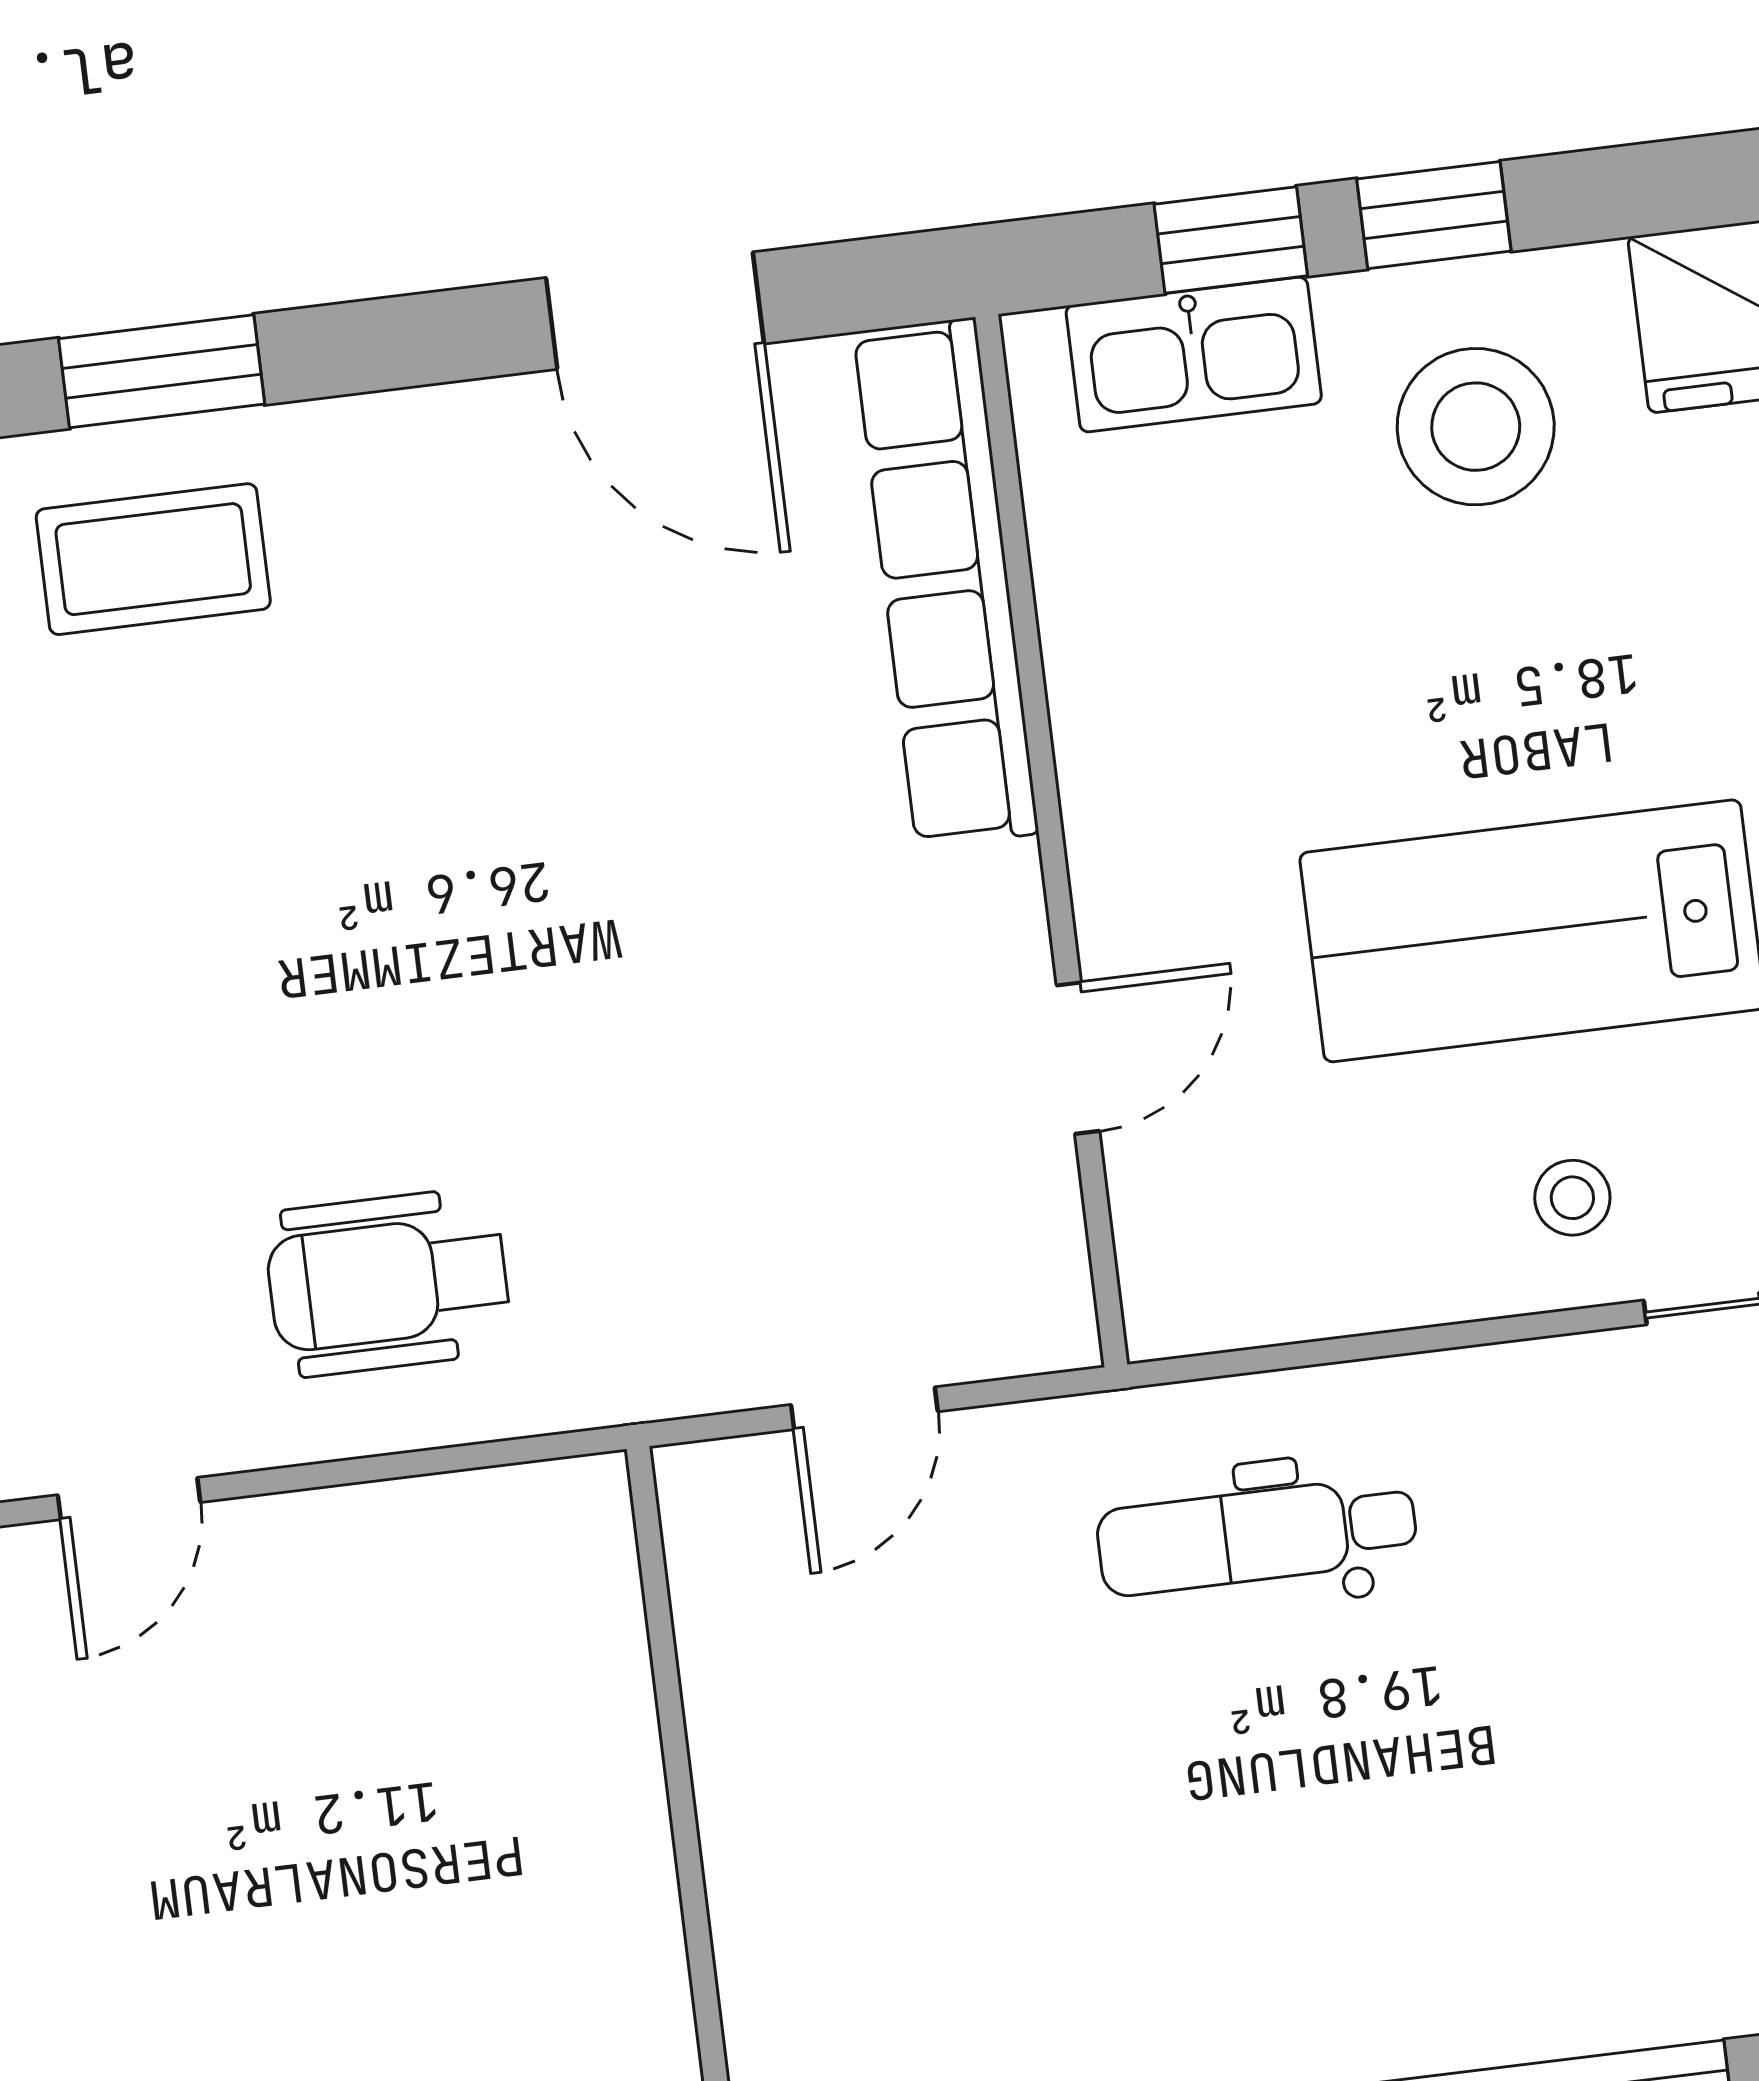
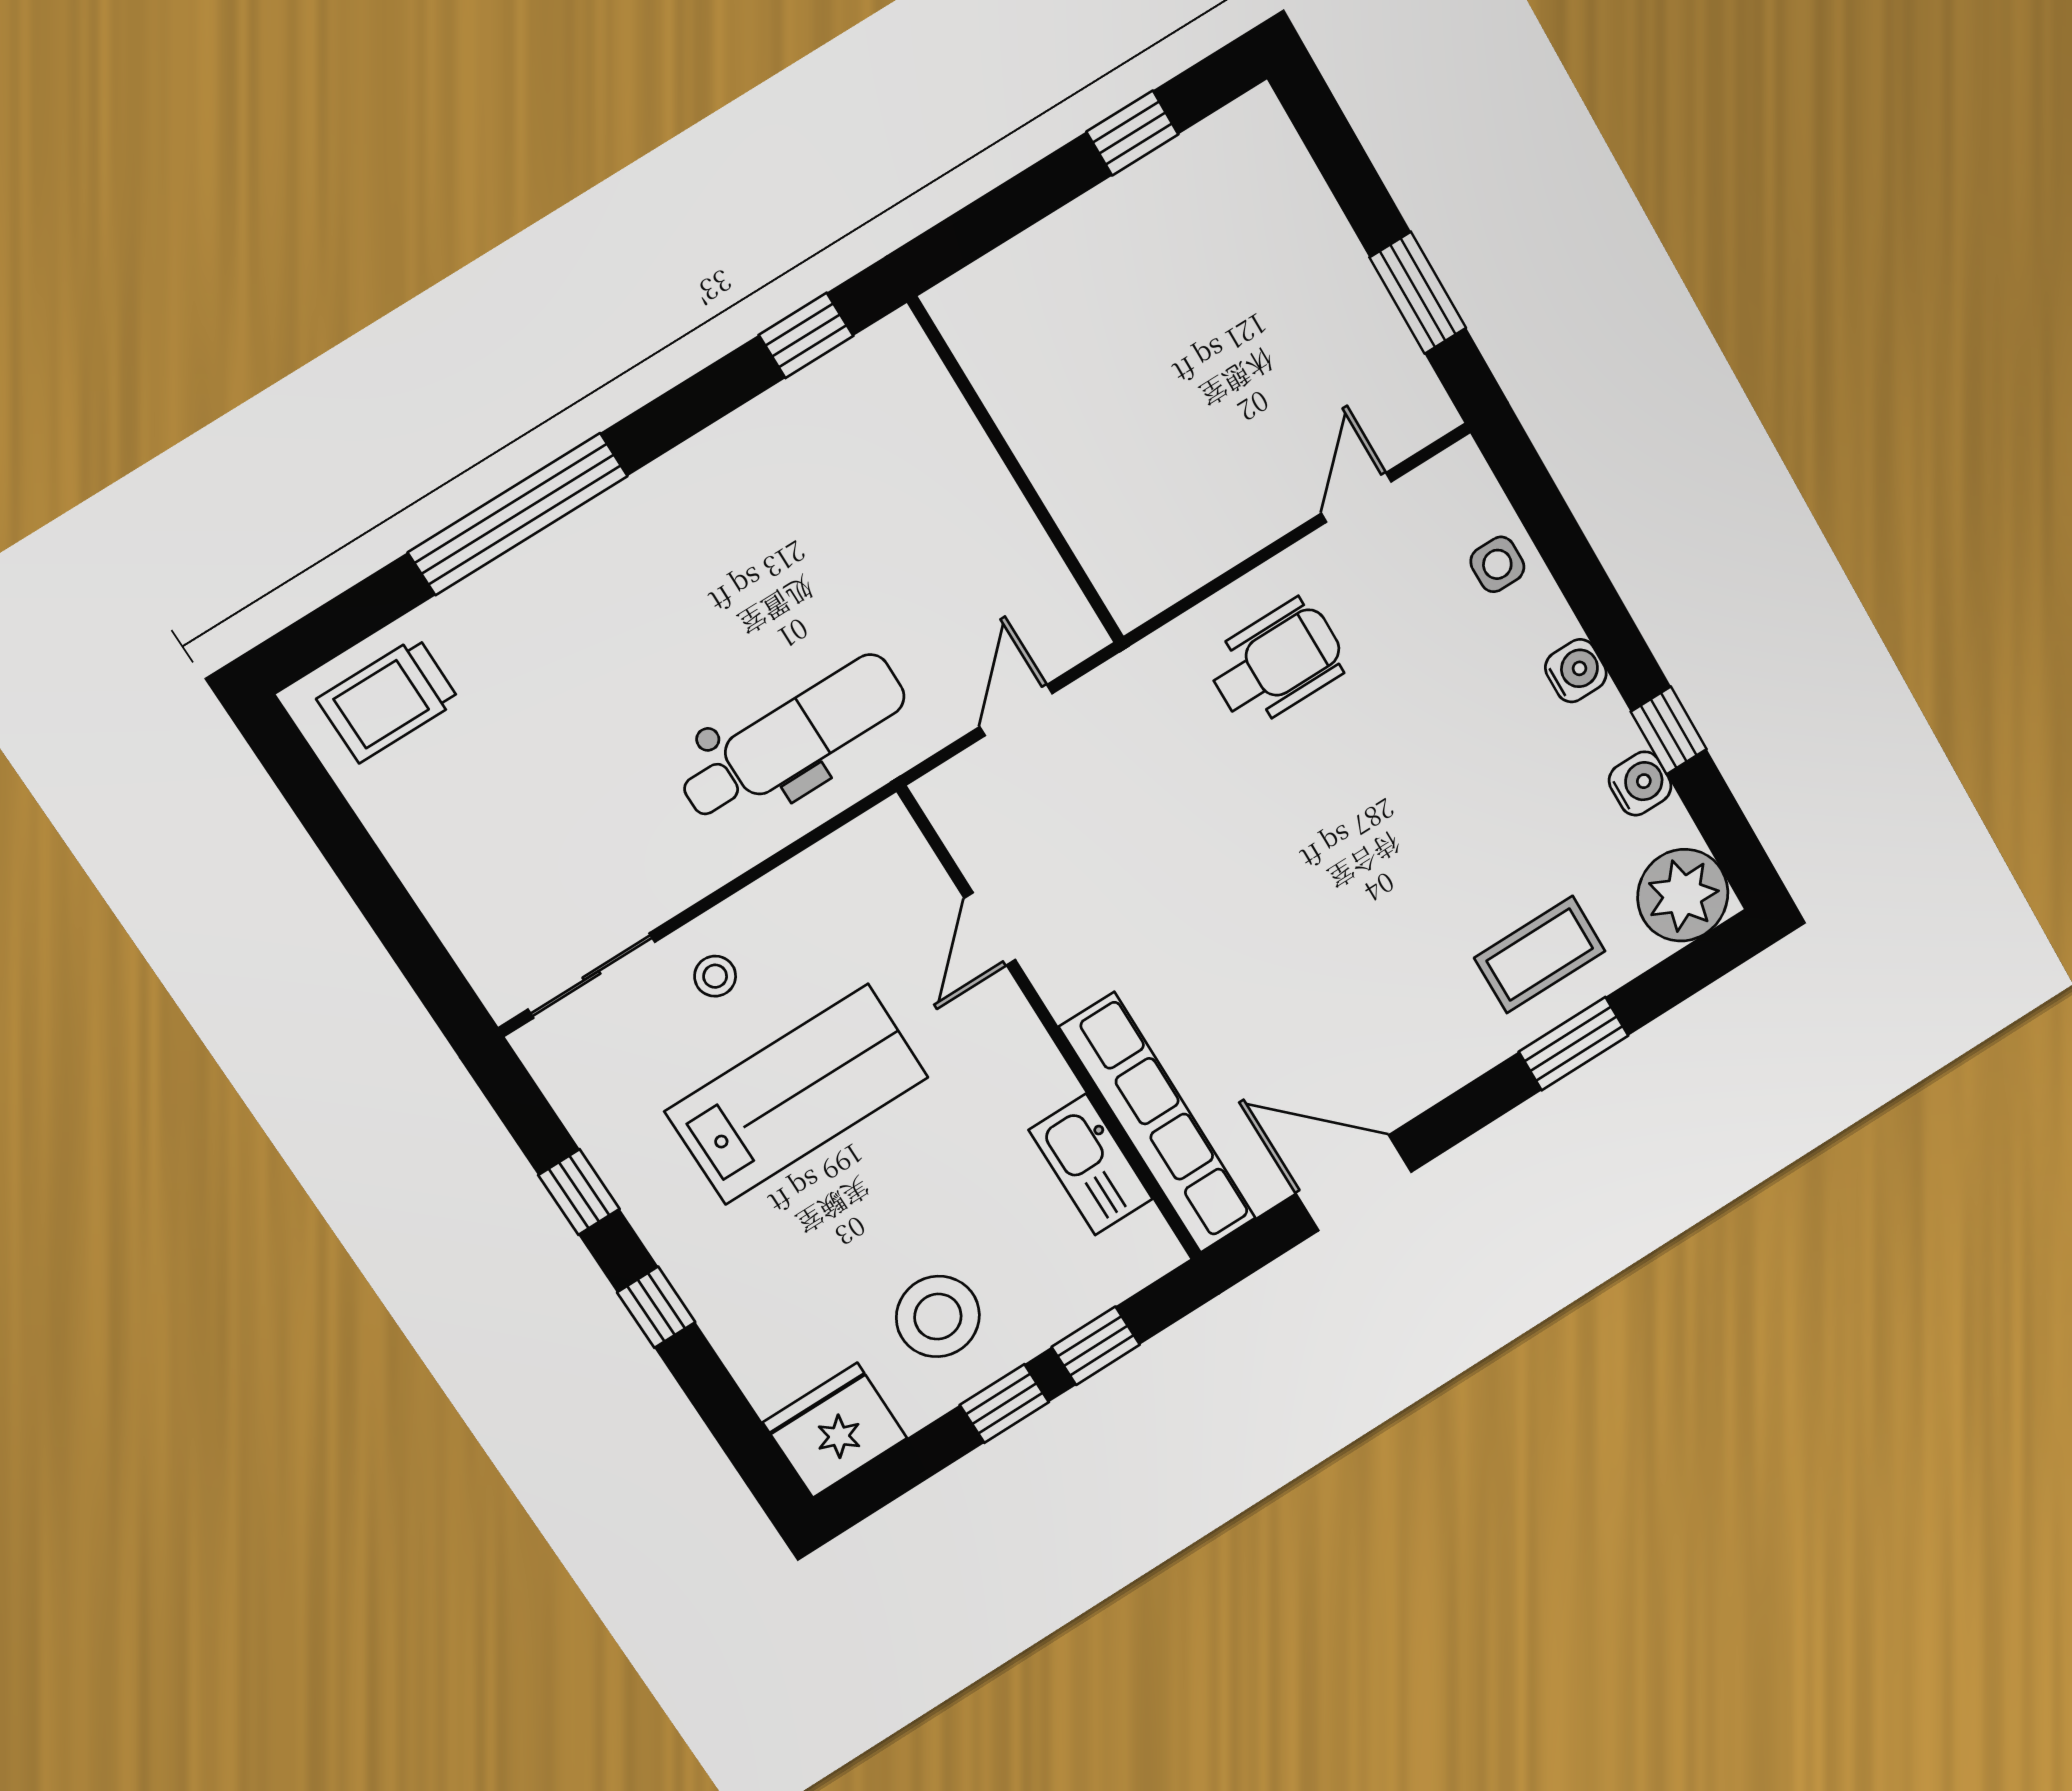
kitchen sink: (1194, 355) -> (1091, 1165), moved, turned -90
dental chair: (1257, 1536) -> (792, 738), width x1.36, depth x1.38

